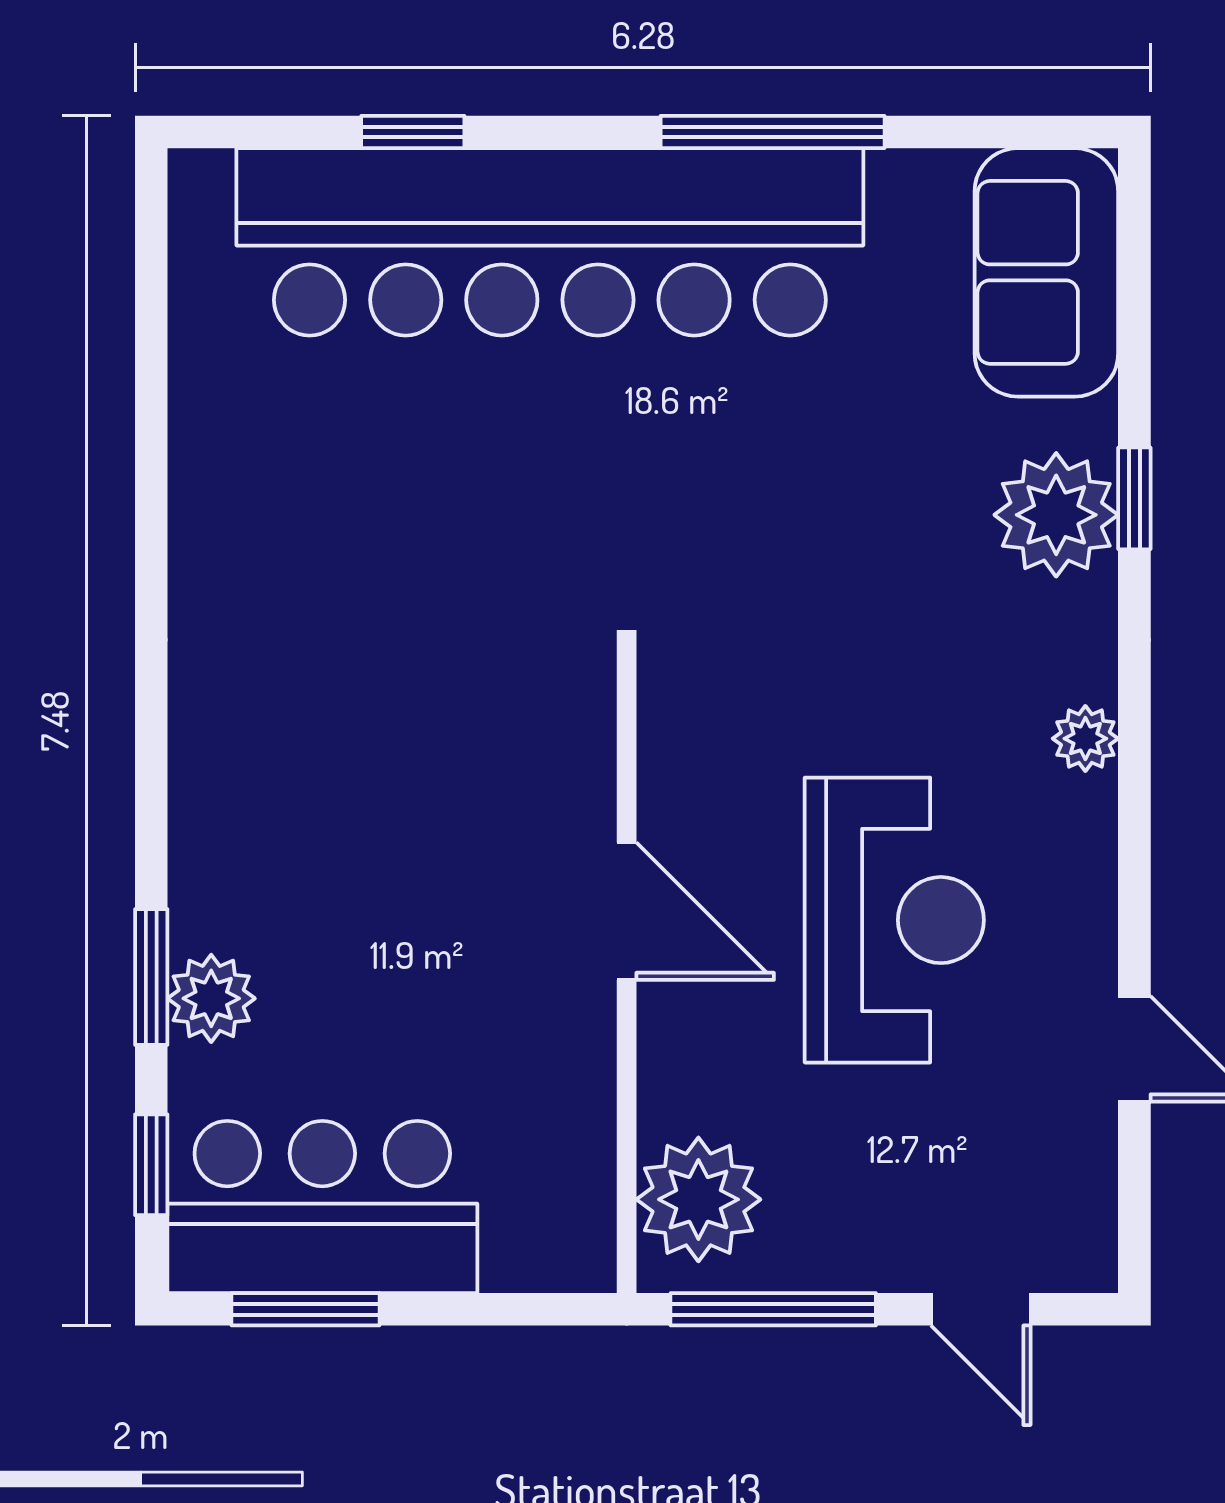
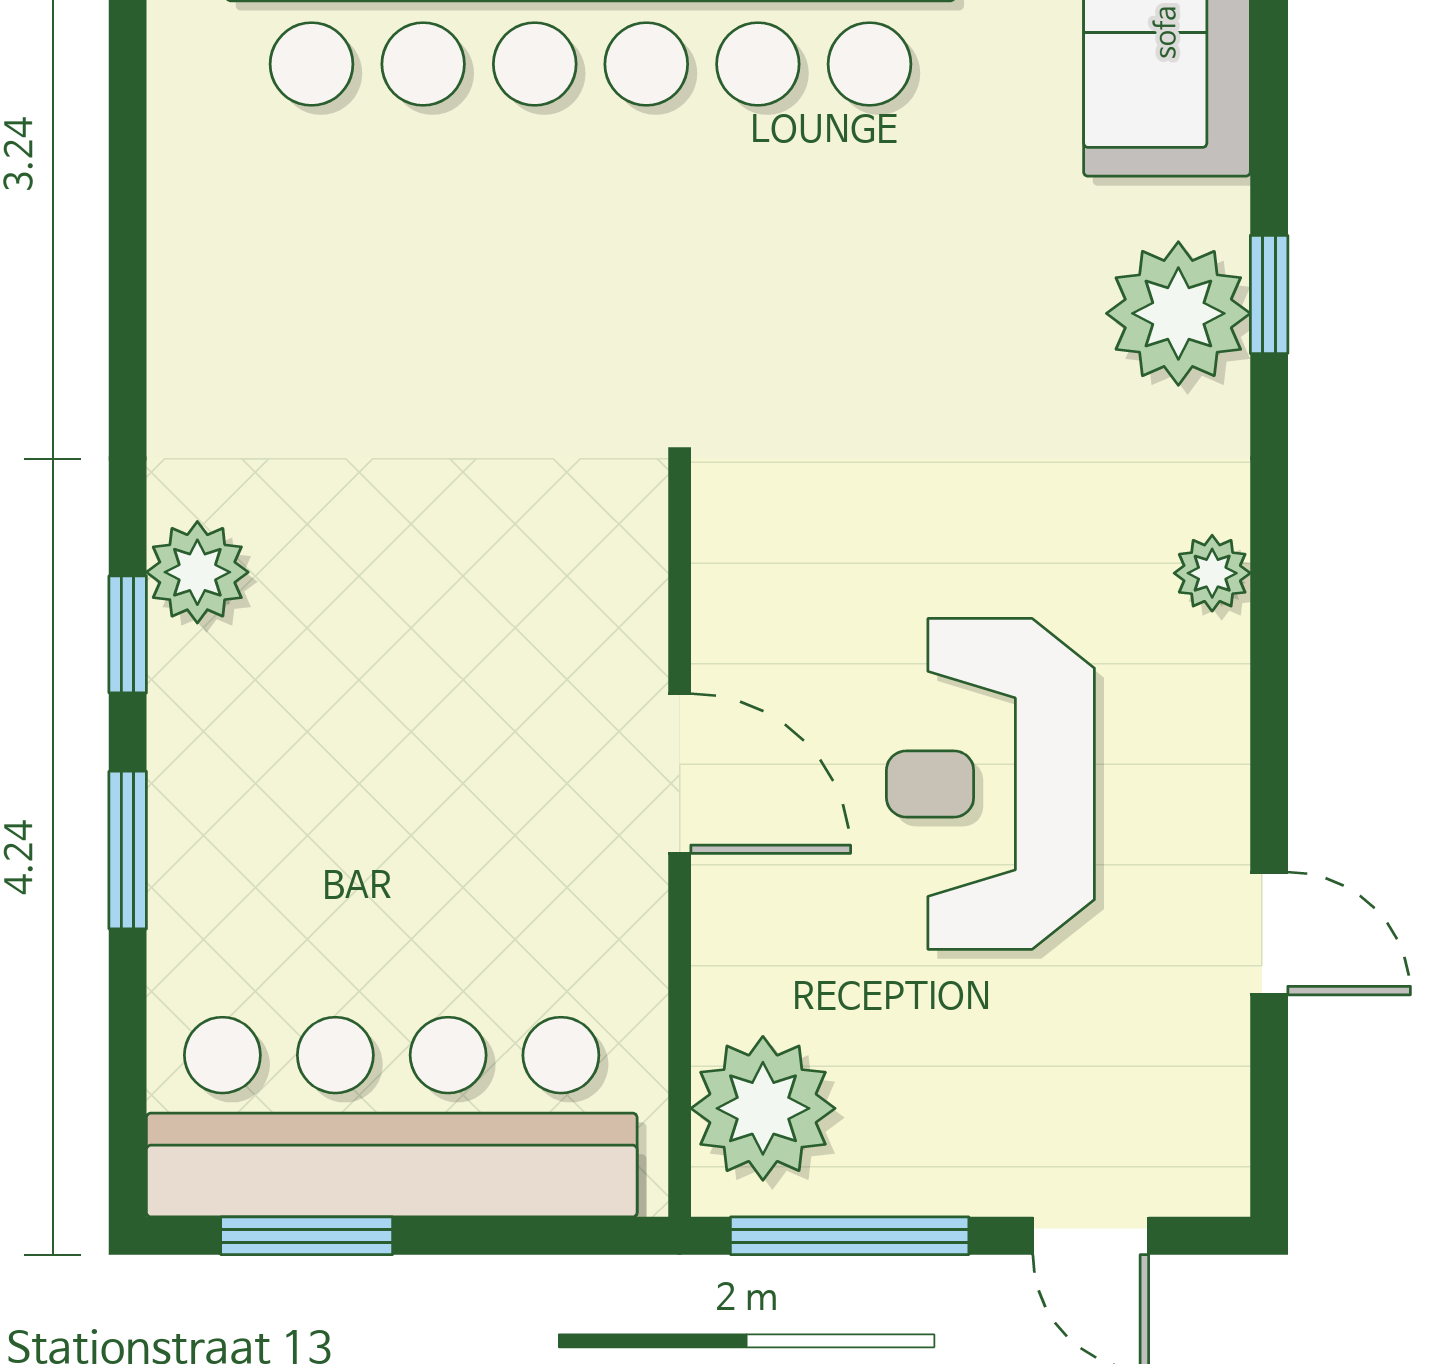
reception desk: (894, 920) -> (990, 784), turned 180
plant: (211, 998) -> (197, 572), moved
window: (151, 1165) -> (128, 634), moved
bar counter: (322, 1207) -> (392, 1117), width x1.36

